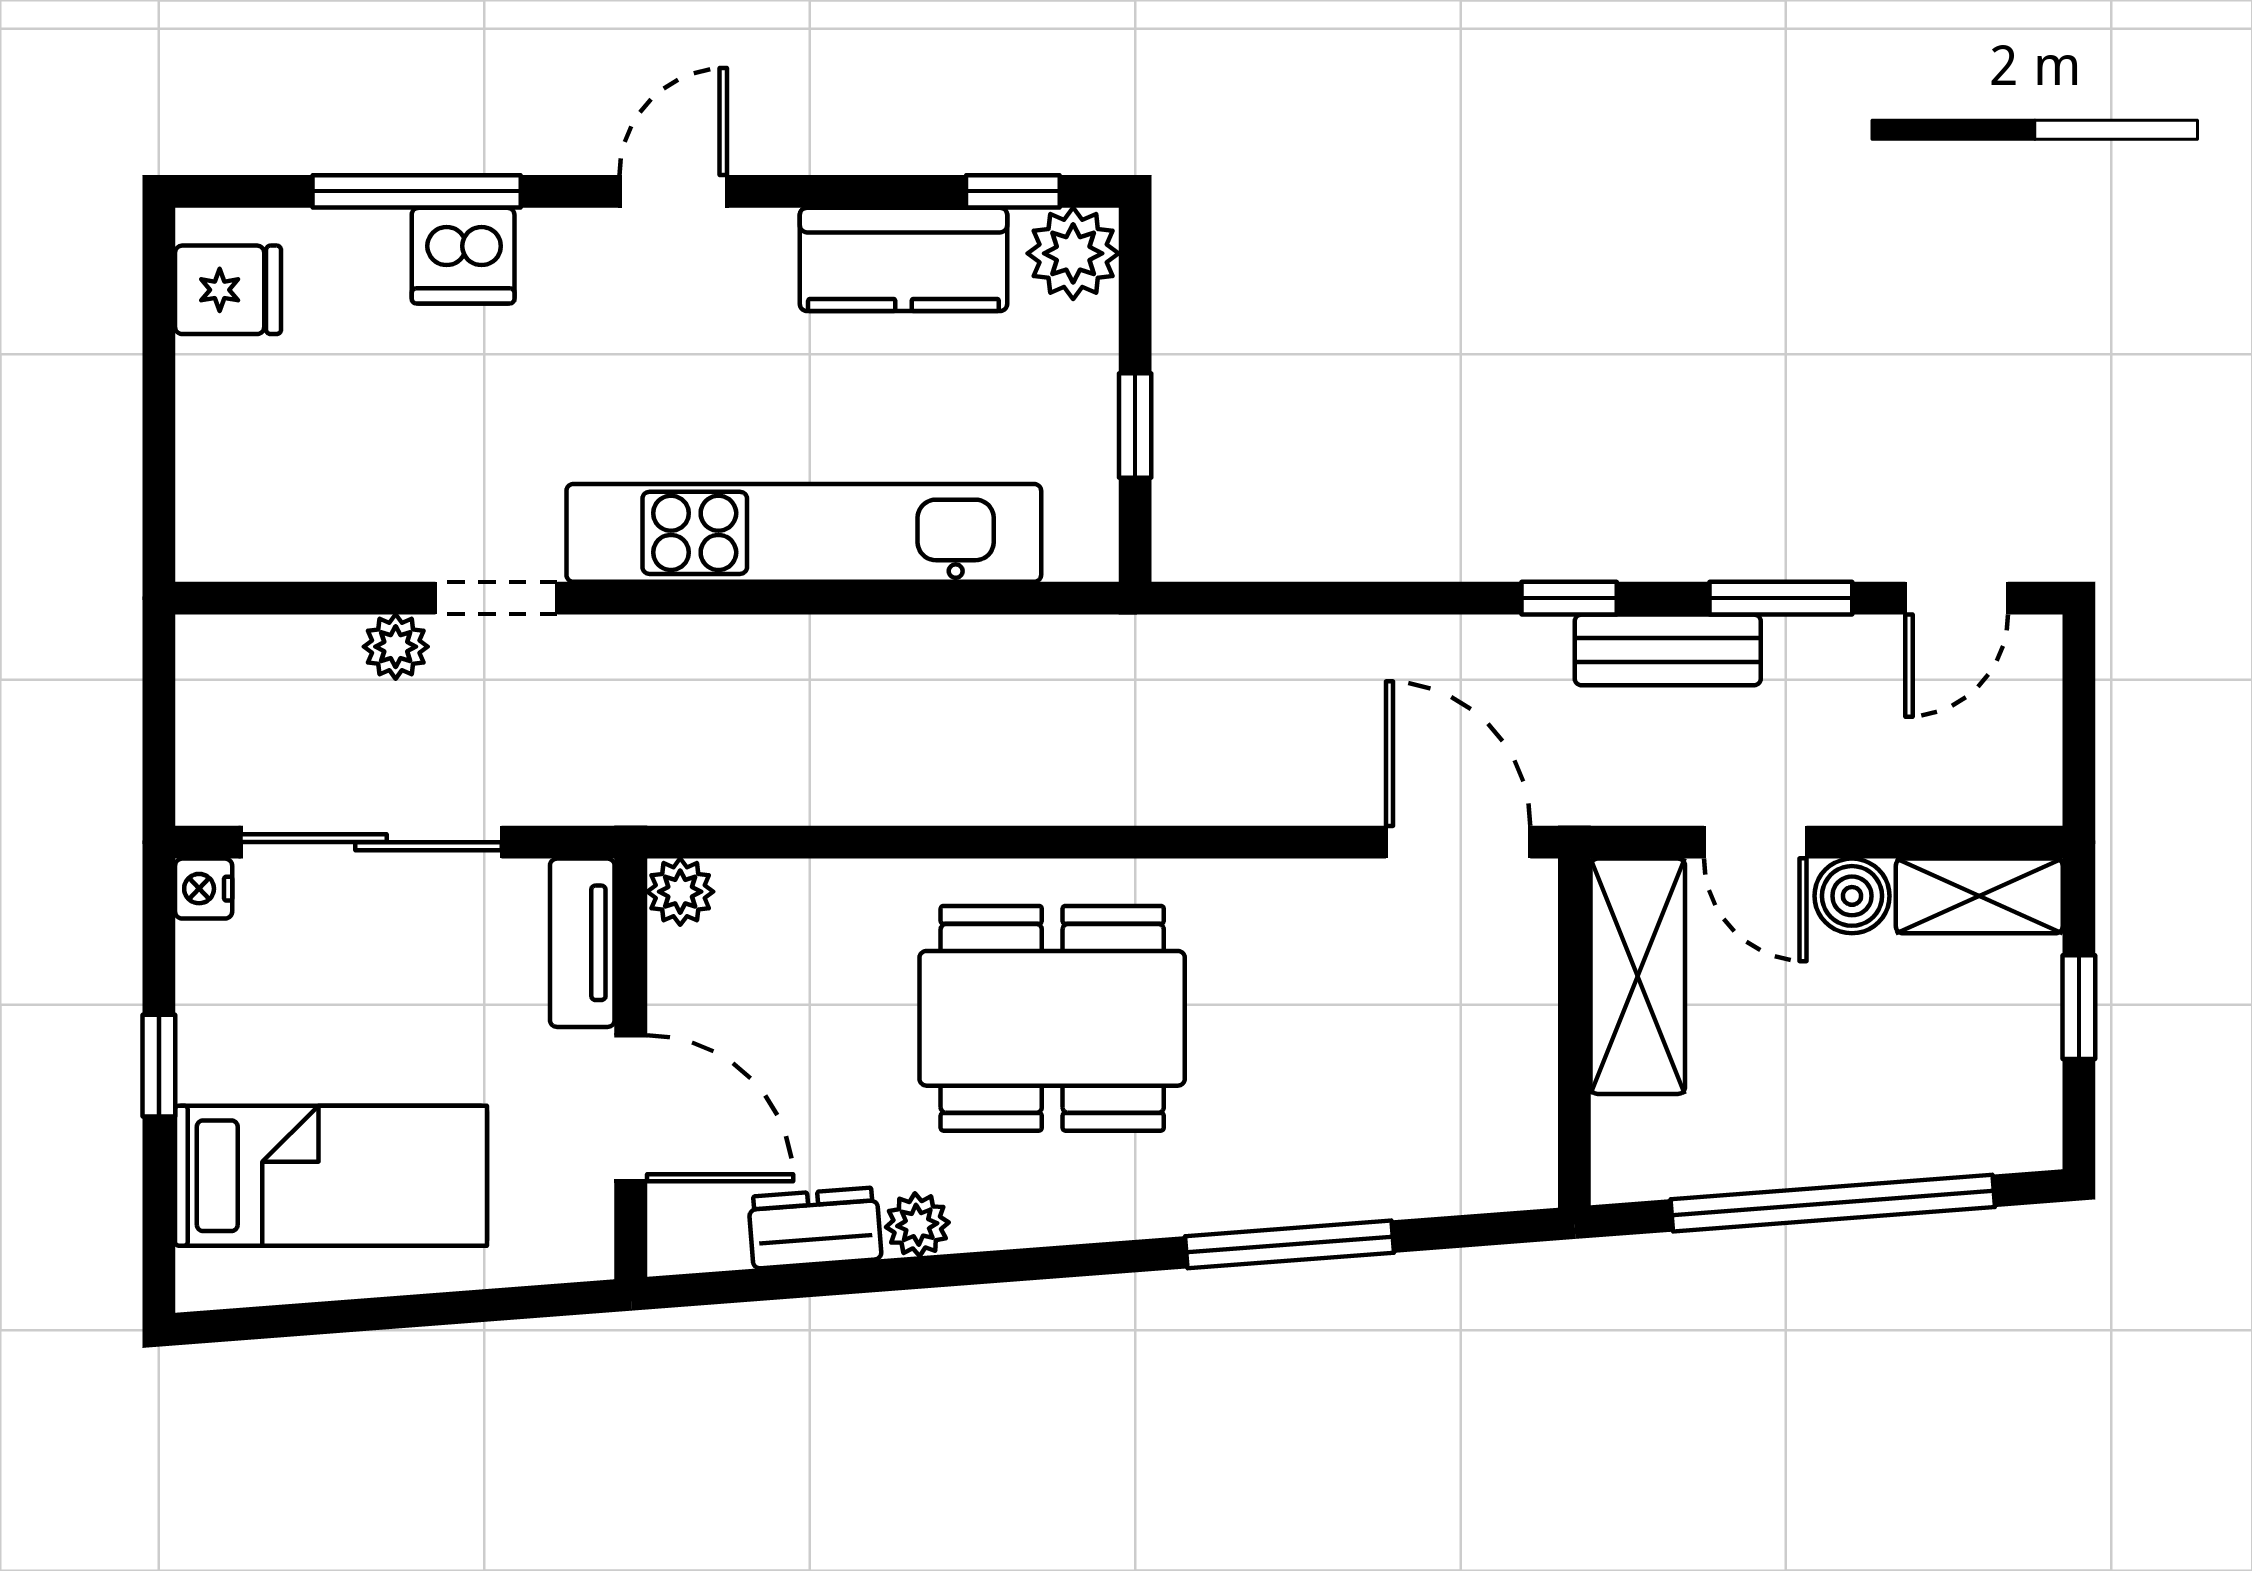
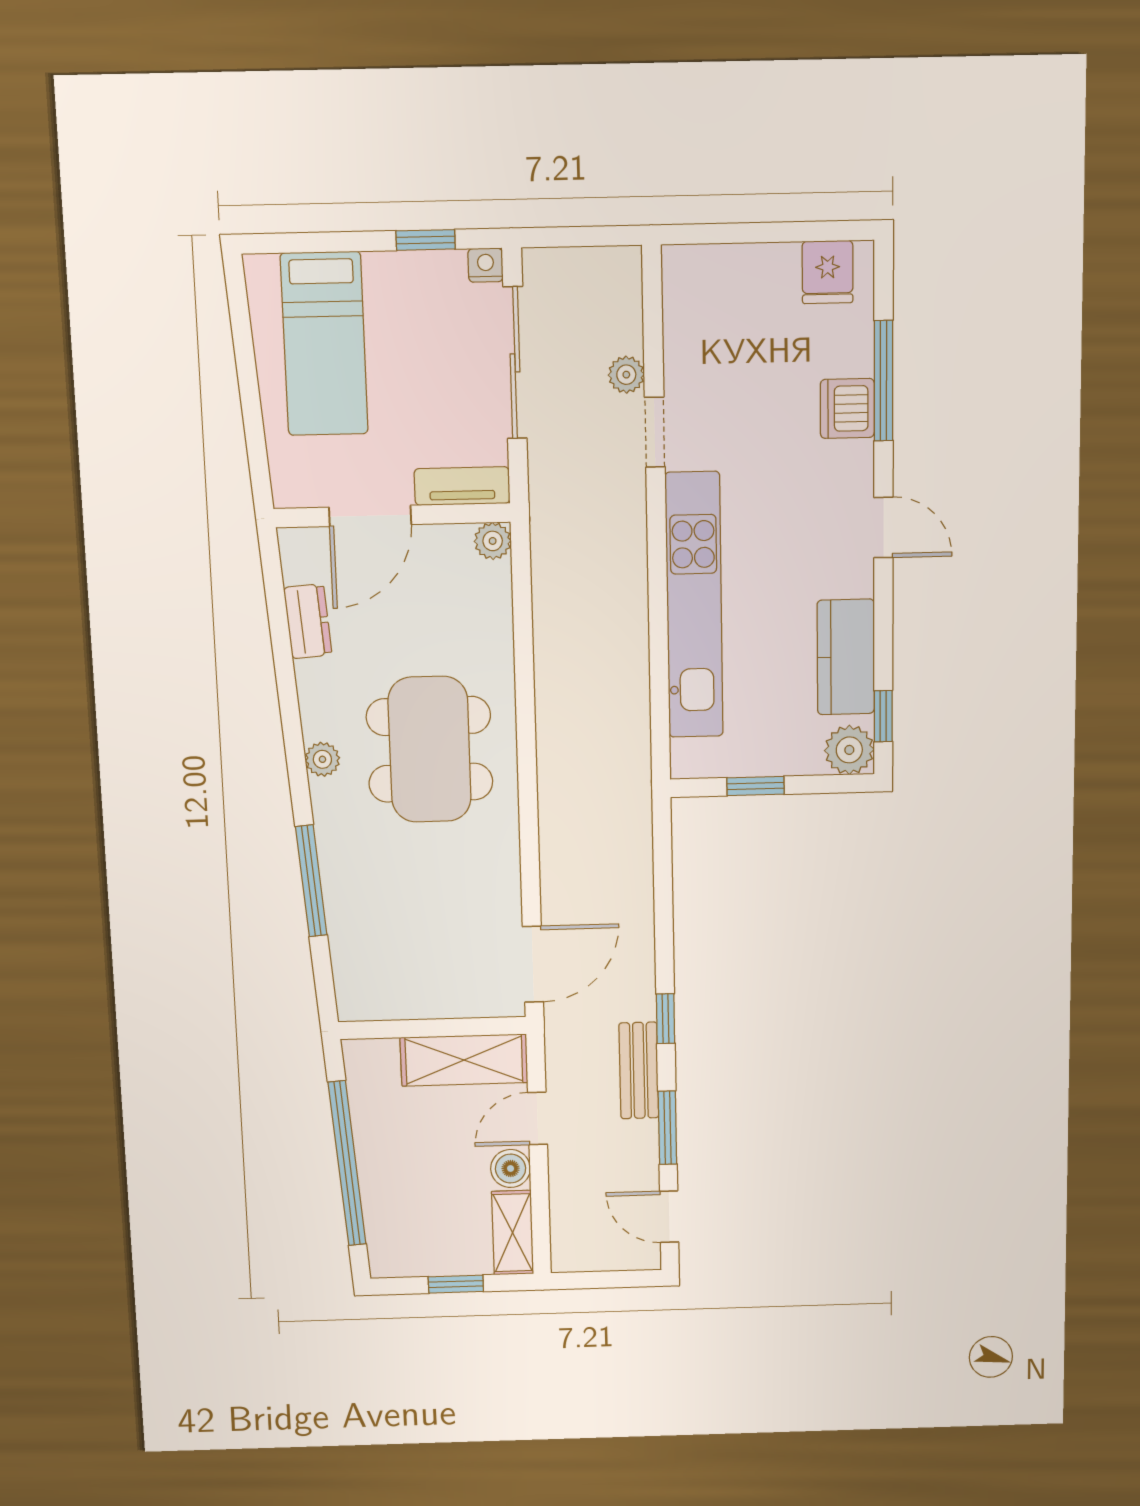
window: (159, 1066) -> (426, 240), moved
plant: (917, 1225) -> (322, 759), moved

